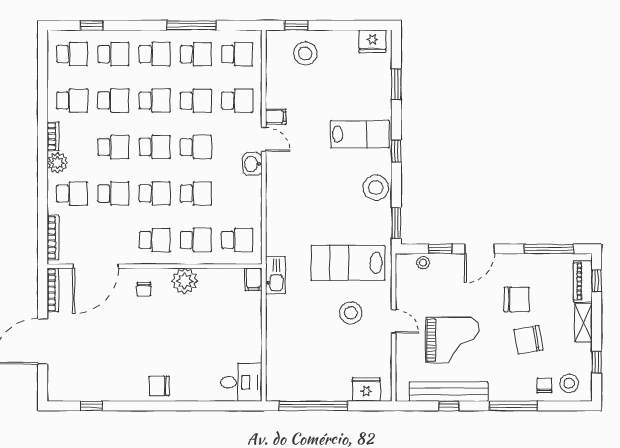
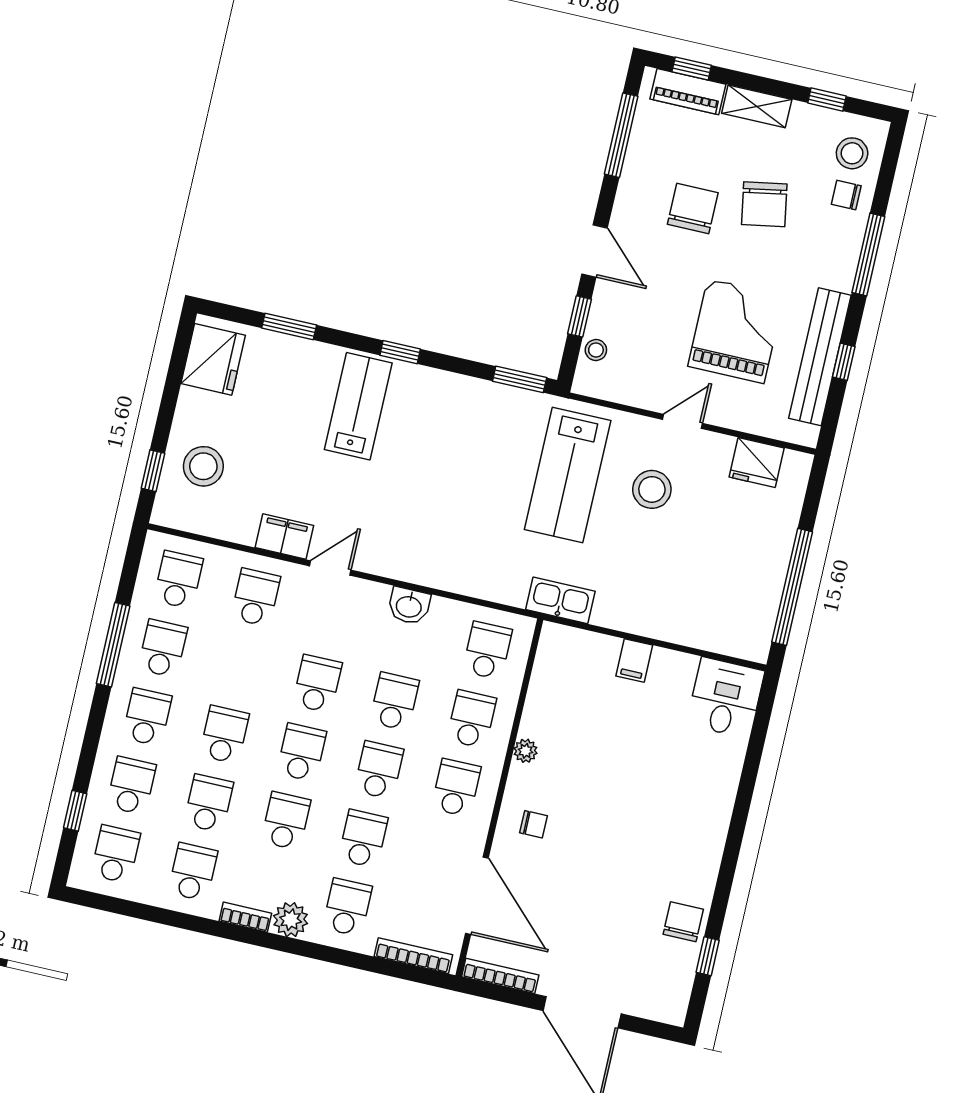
fridge: (372, 41) -> (213, 359), width x1.36, depth x1.34
school desk: (196, 101) -> (240, 666), removed
filing cabinet: (276, 117) -> (284, 536), width x2.00
washbasin: (252, 164) -> (409, 606), moved
stool: (376, 188) -> (453, 400), removed
filing cabinet: (253, 279) -> (634, 661), moved, turned 90
plant: (185, 281) -> (525, 751), width x0.53, depth x0.53
chair: (159, 386) -> (683, 922), moved, turned 180
fridge: (366, 389) -> (757, 462), moved, turned -90

